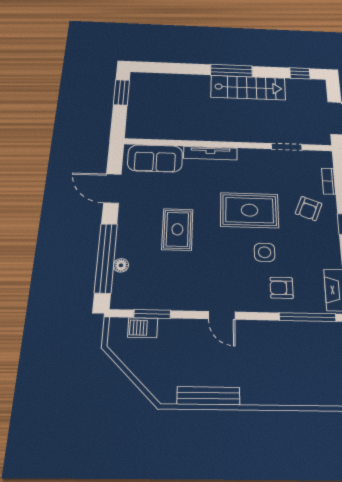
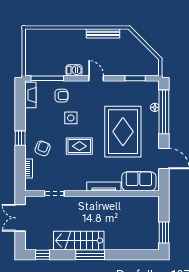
rug: (250, 210) -> (79, 146), width x0.73, depth x0.70
rug: (177, 229) -> (123, 132), width x1.86, depth x2.06
barbecue: (143, 328) -> (74, 70), moved

